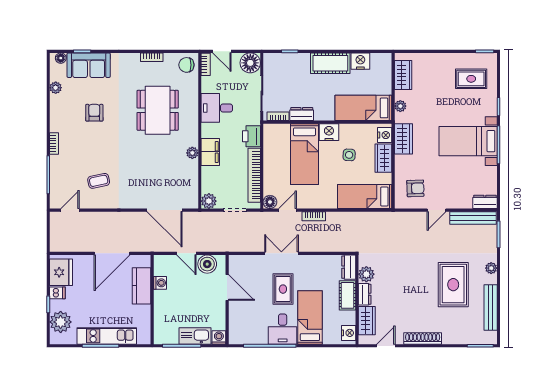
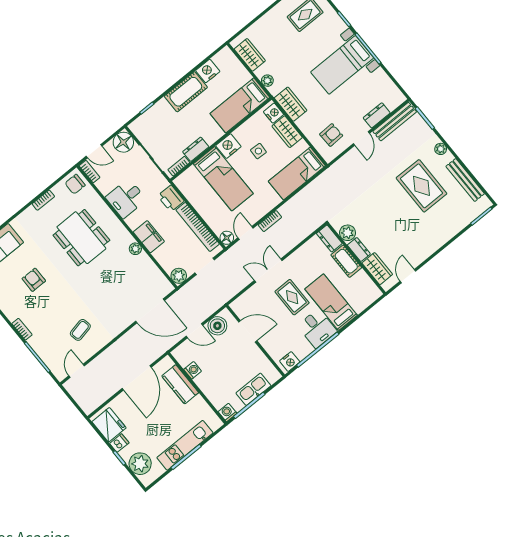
dresser: (485, 202) -> (377, 115), moved
nightstand: (349, 333) -> (290, 362), moved, turned 90
washing machine: (219, 338) -> (228, 413), moved
shoe rack: (423, 339) -> (432, 247), removed

